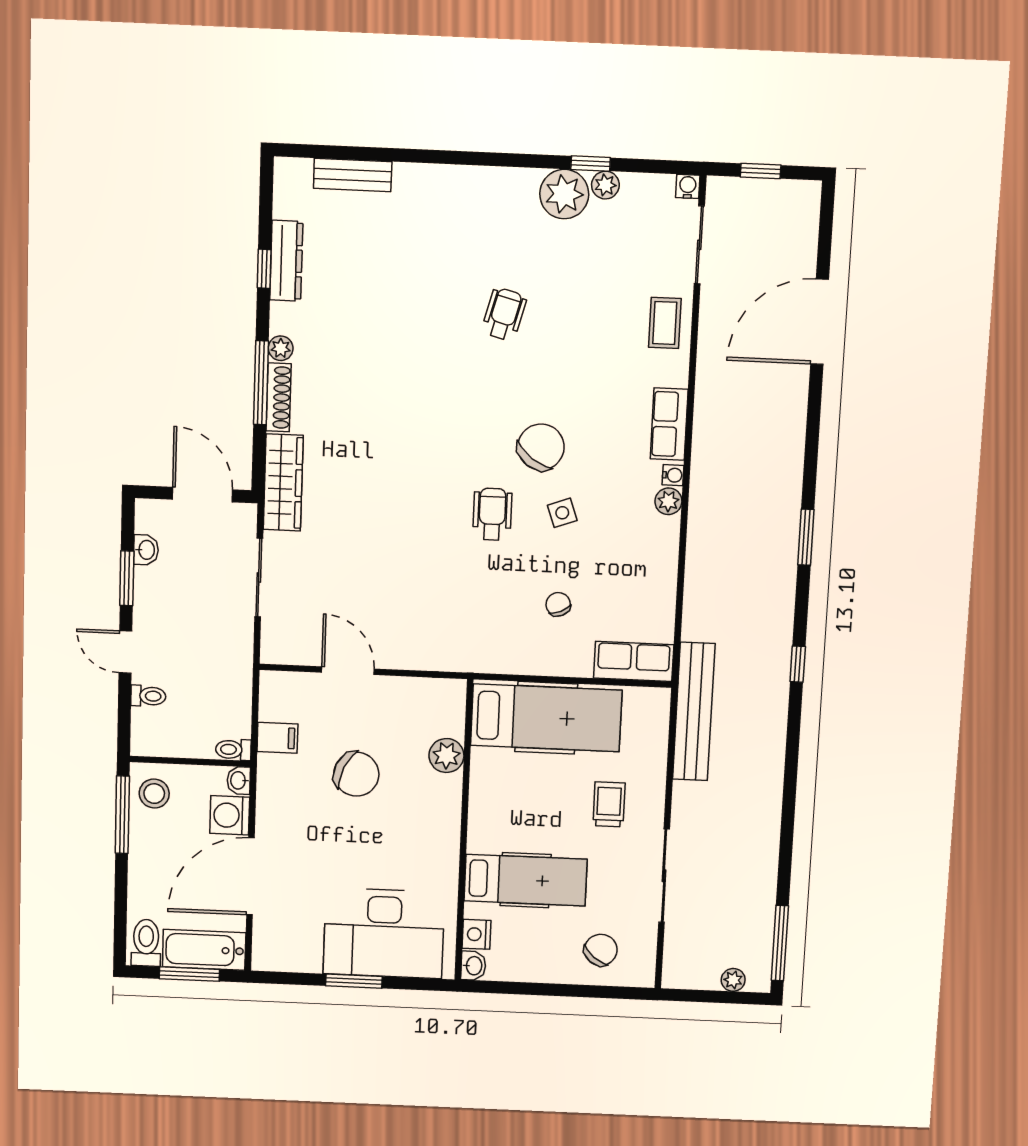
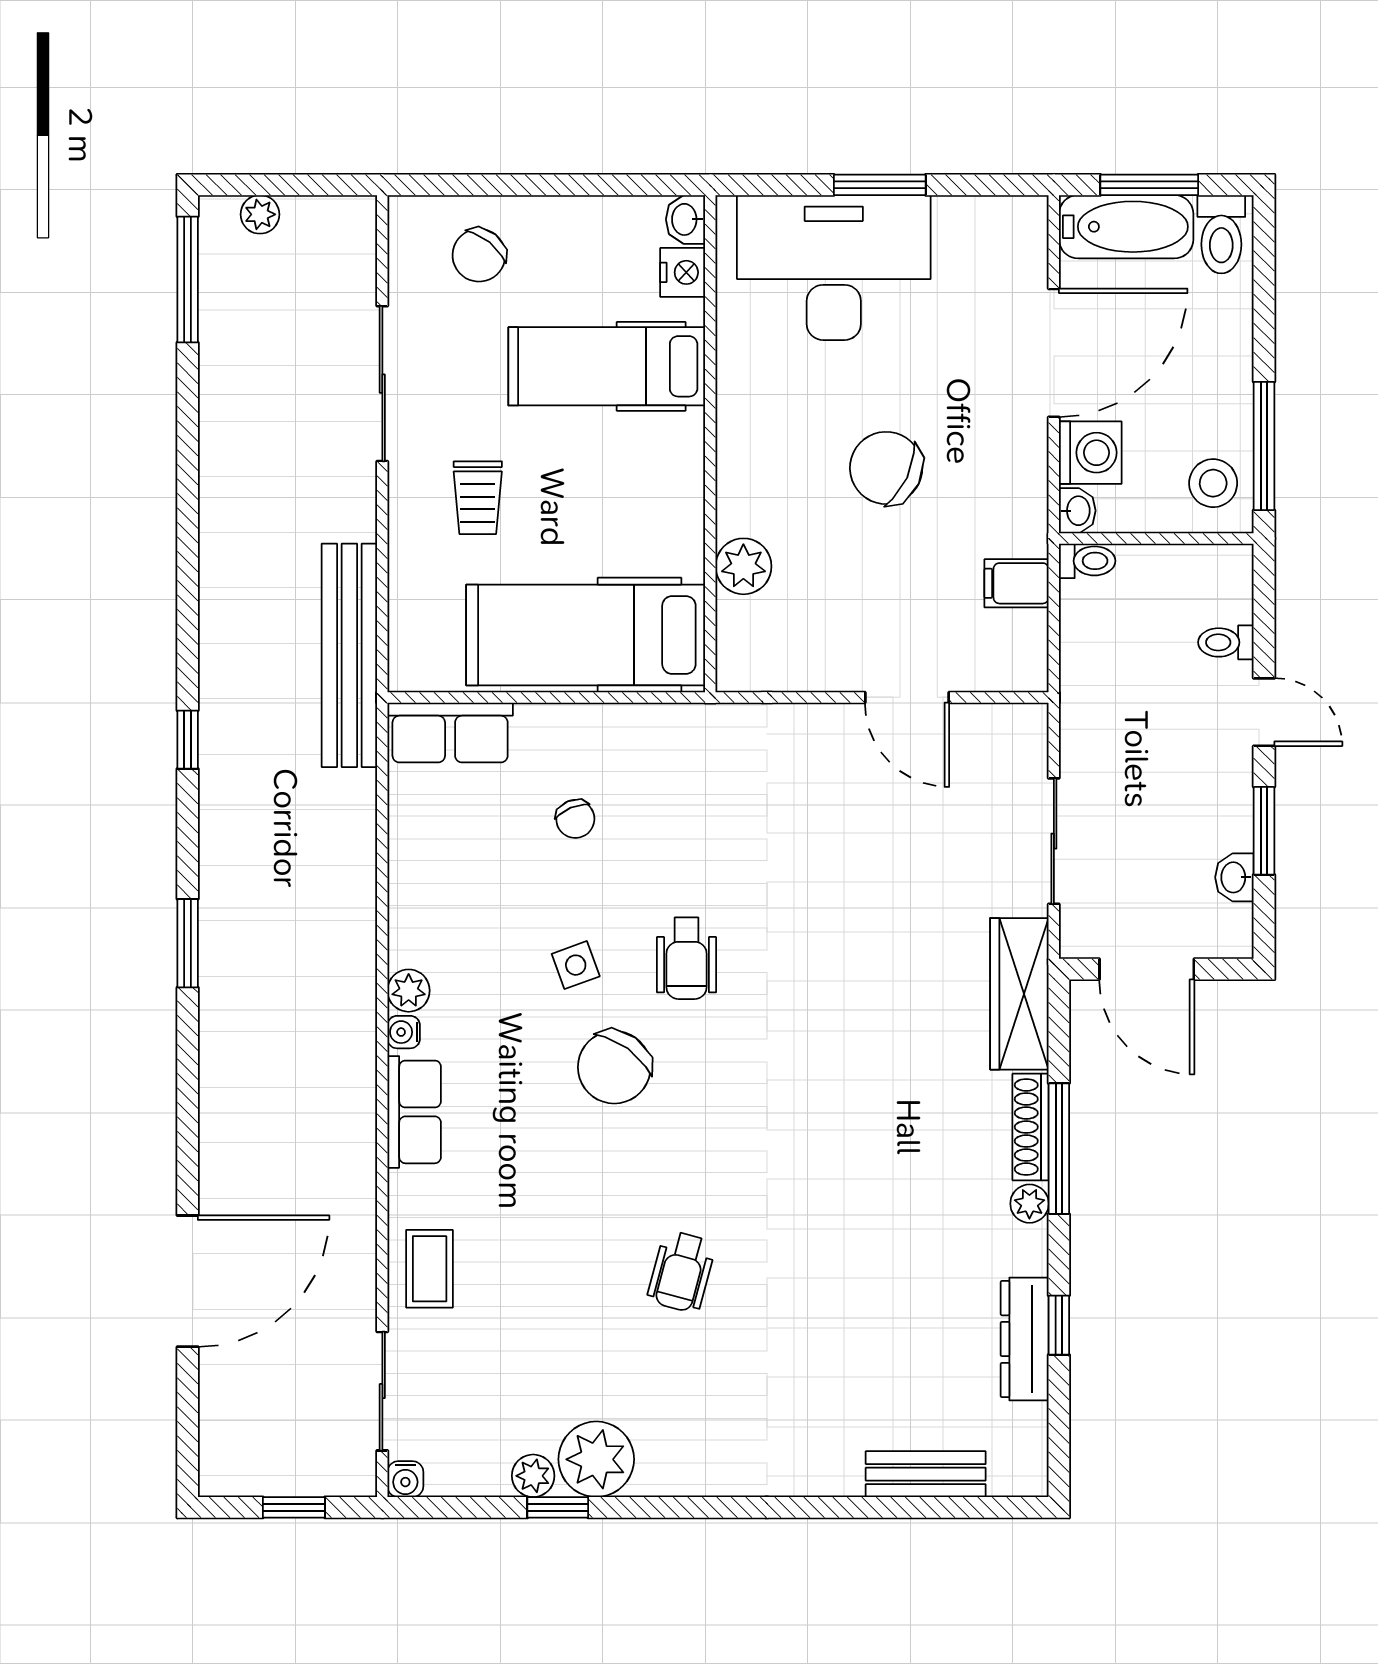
chair: (356, 774) -> (886, 468), moved

